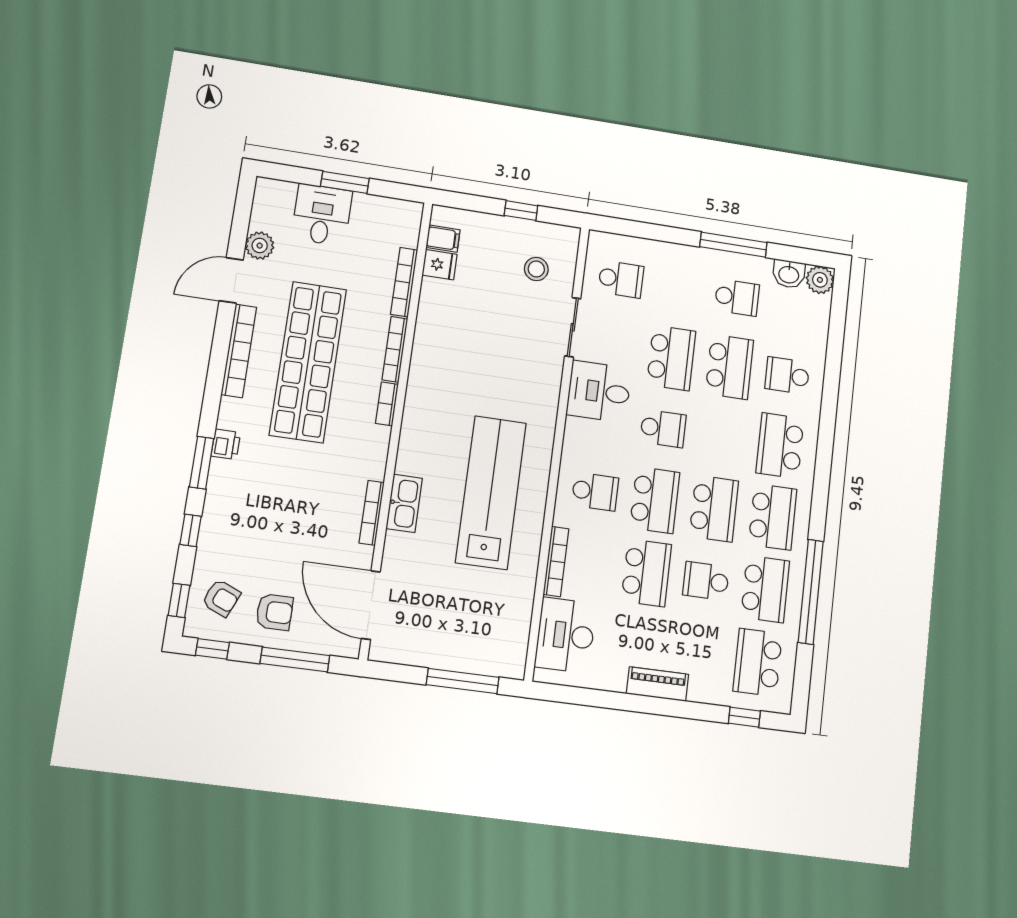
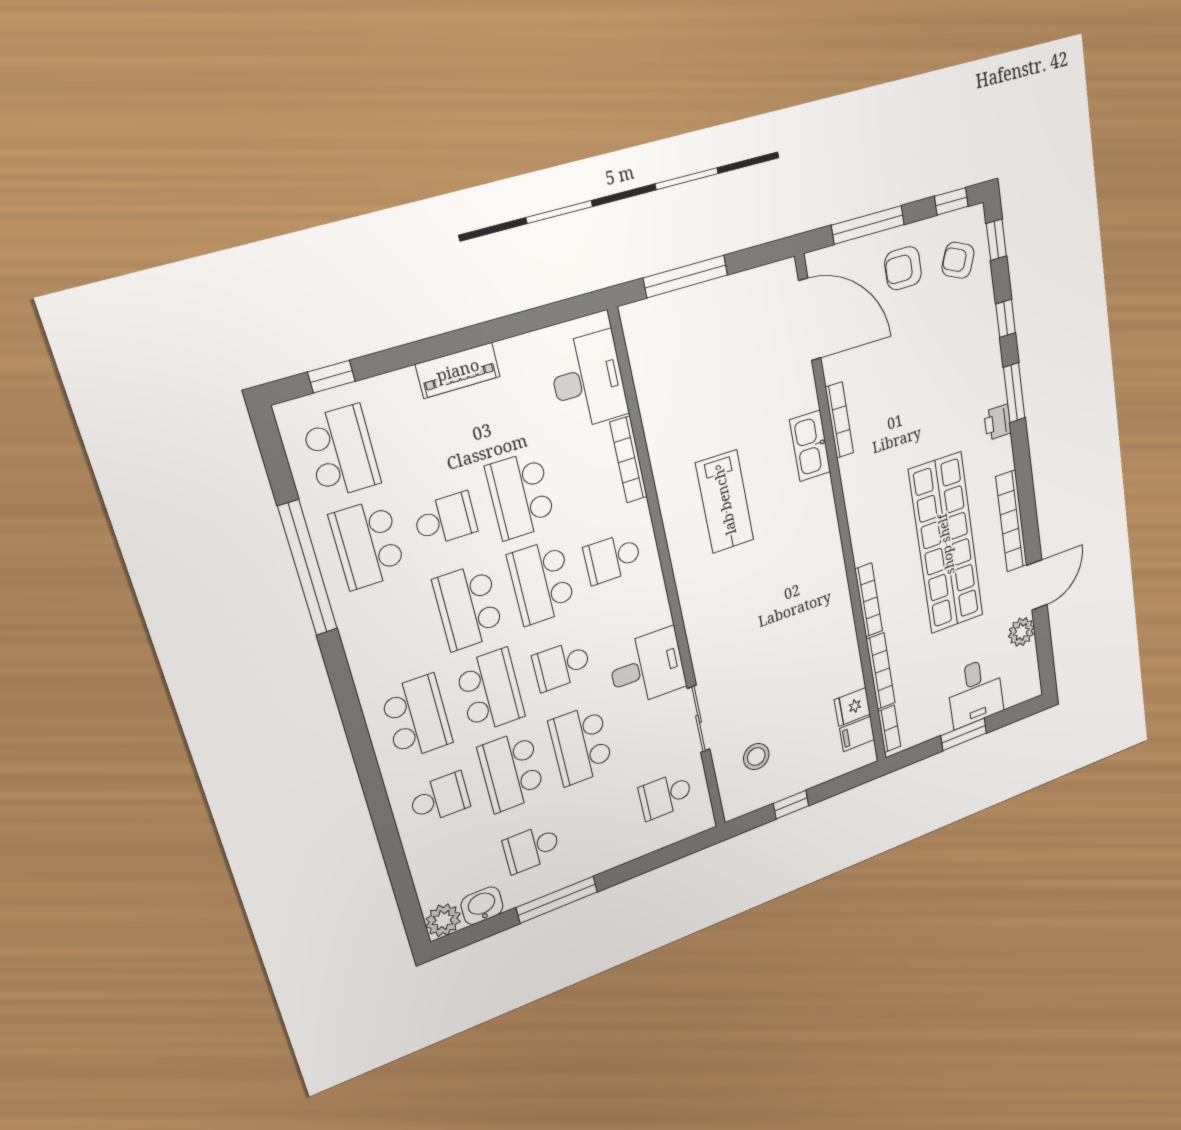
bookcase: (387, 404) -> (889, 729), moved
lab bench: (491, 492) -> (725, 502), width x0.54, depth x0.72
school desk: (773, 517) -> (490, 691), moved, turned 180

